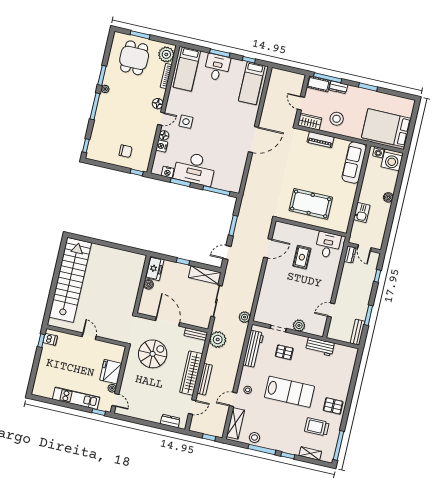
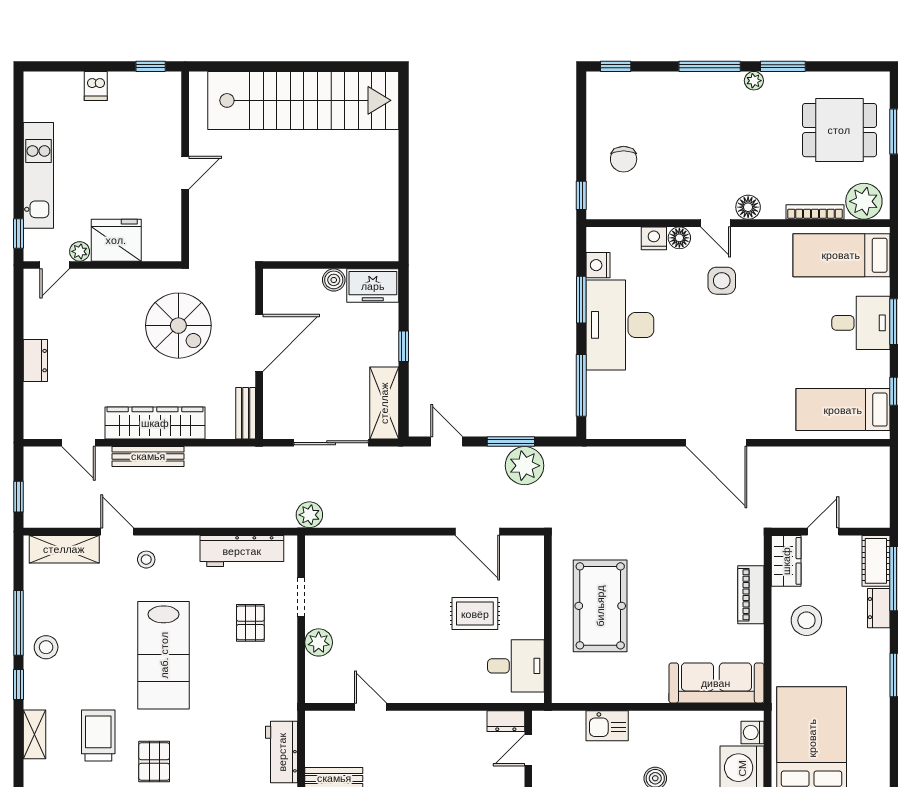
dishwasher: (50, 339) -> (96, 86), moved
plant: (218, 340) -> (525, 466), moved
workbench: (320, 347) -> (282, 752), moved
dresser: (170, 421) -> (35, 361), moved
stool: (254, 437) -> (46, 647), moved

